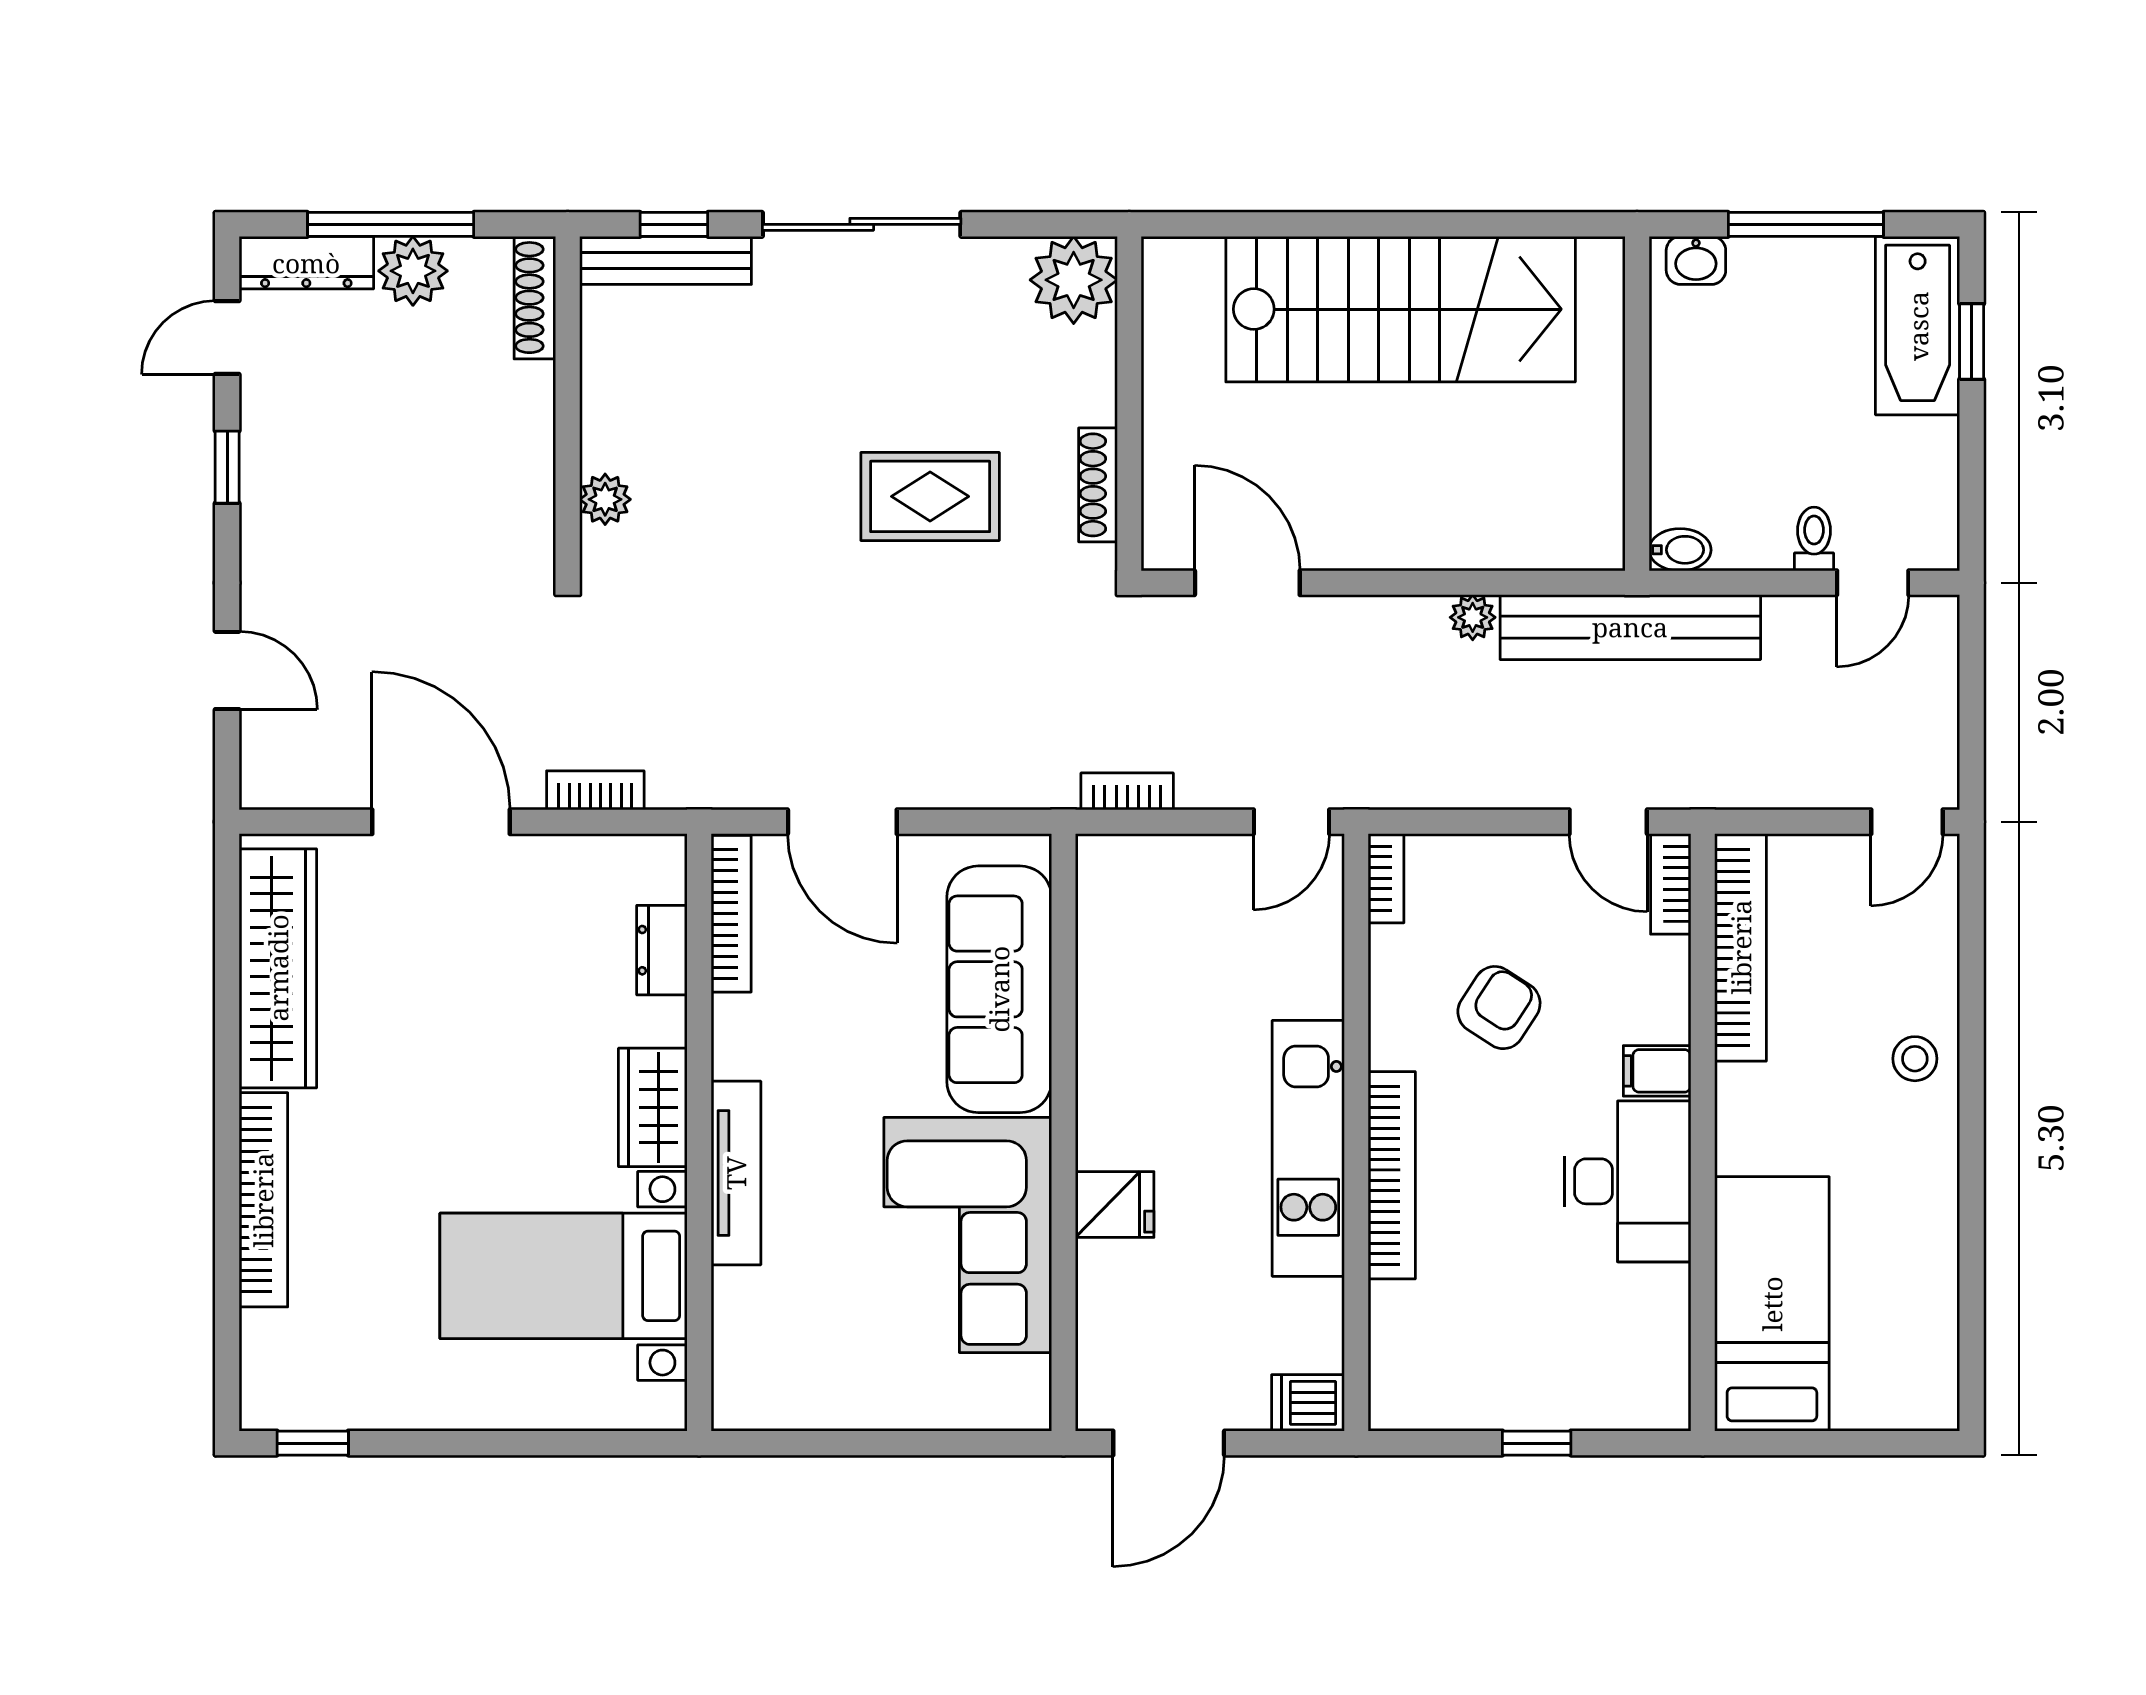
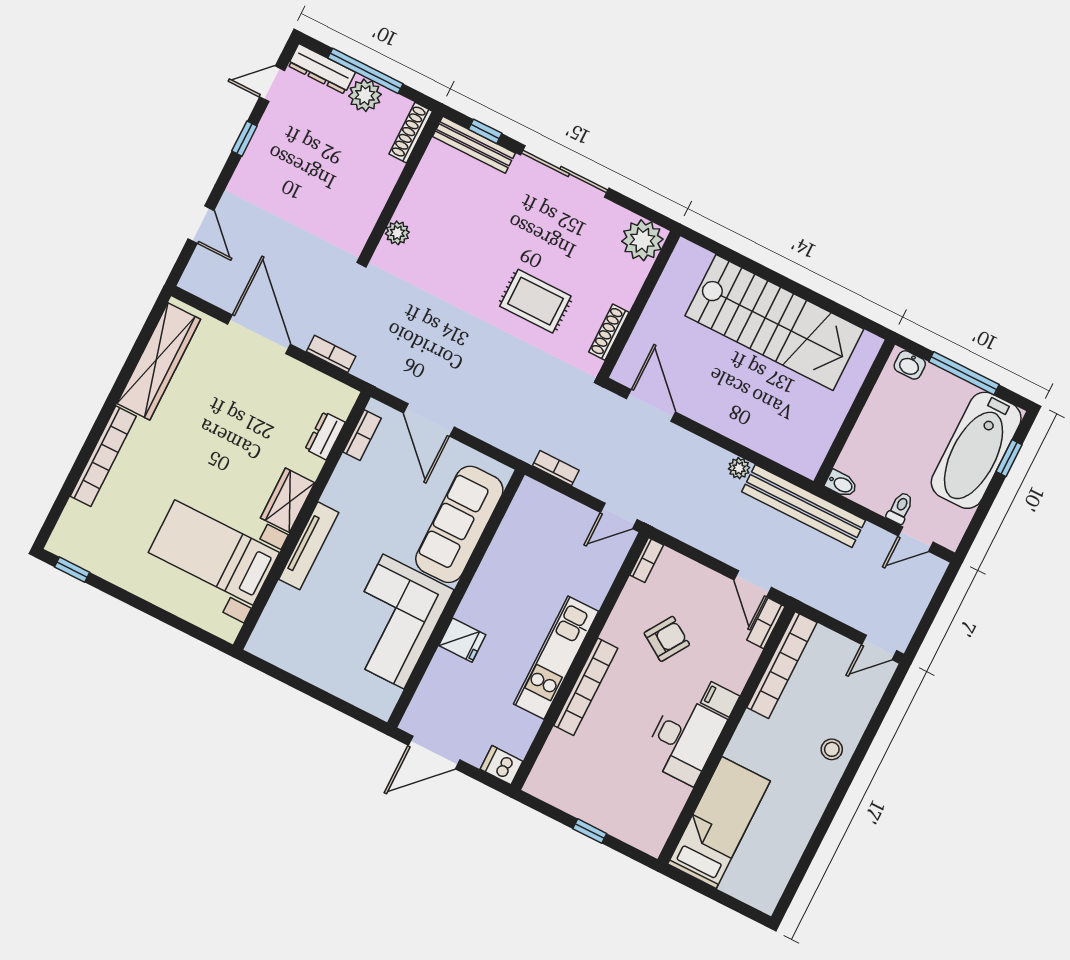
bathtub: (1918, 326) -> (976, 450), width x1.36, depth x1.36
bookcase: (731, 914) -> (362, 435), width x0.64

